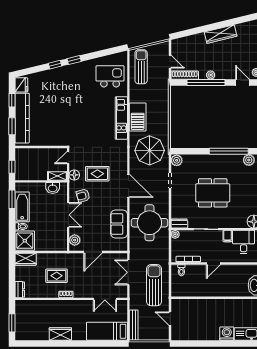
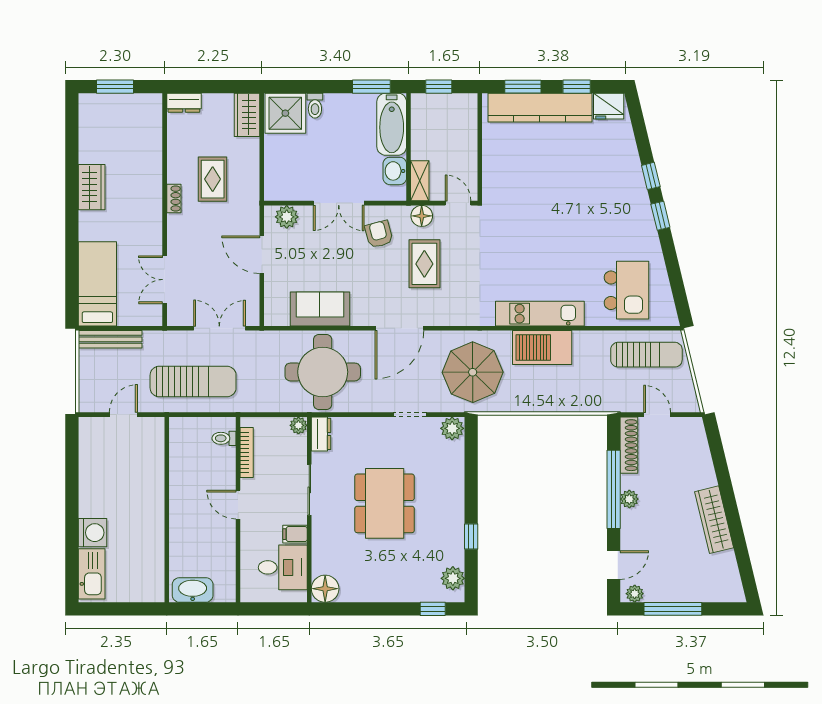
door: (170, 62) -> (657, 415), swing flipped
window: (229, 151) -> (471, 536), width x0.32
bathtub: (22, 207) -> (392, 124), moved, turned 90

